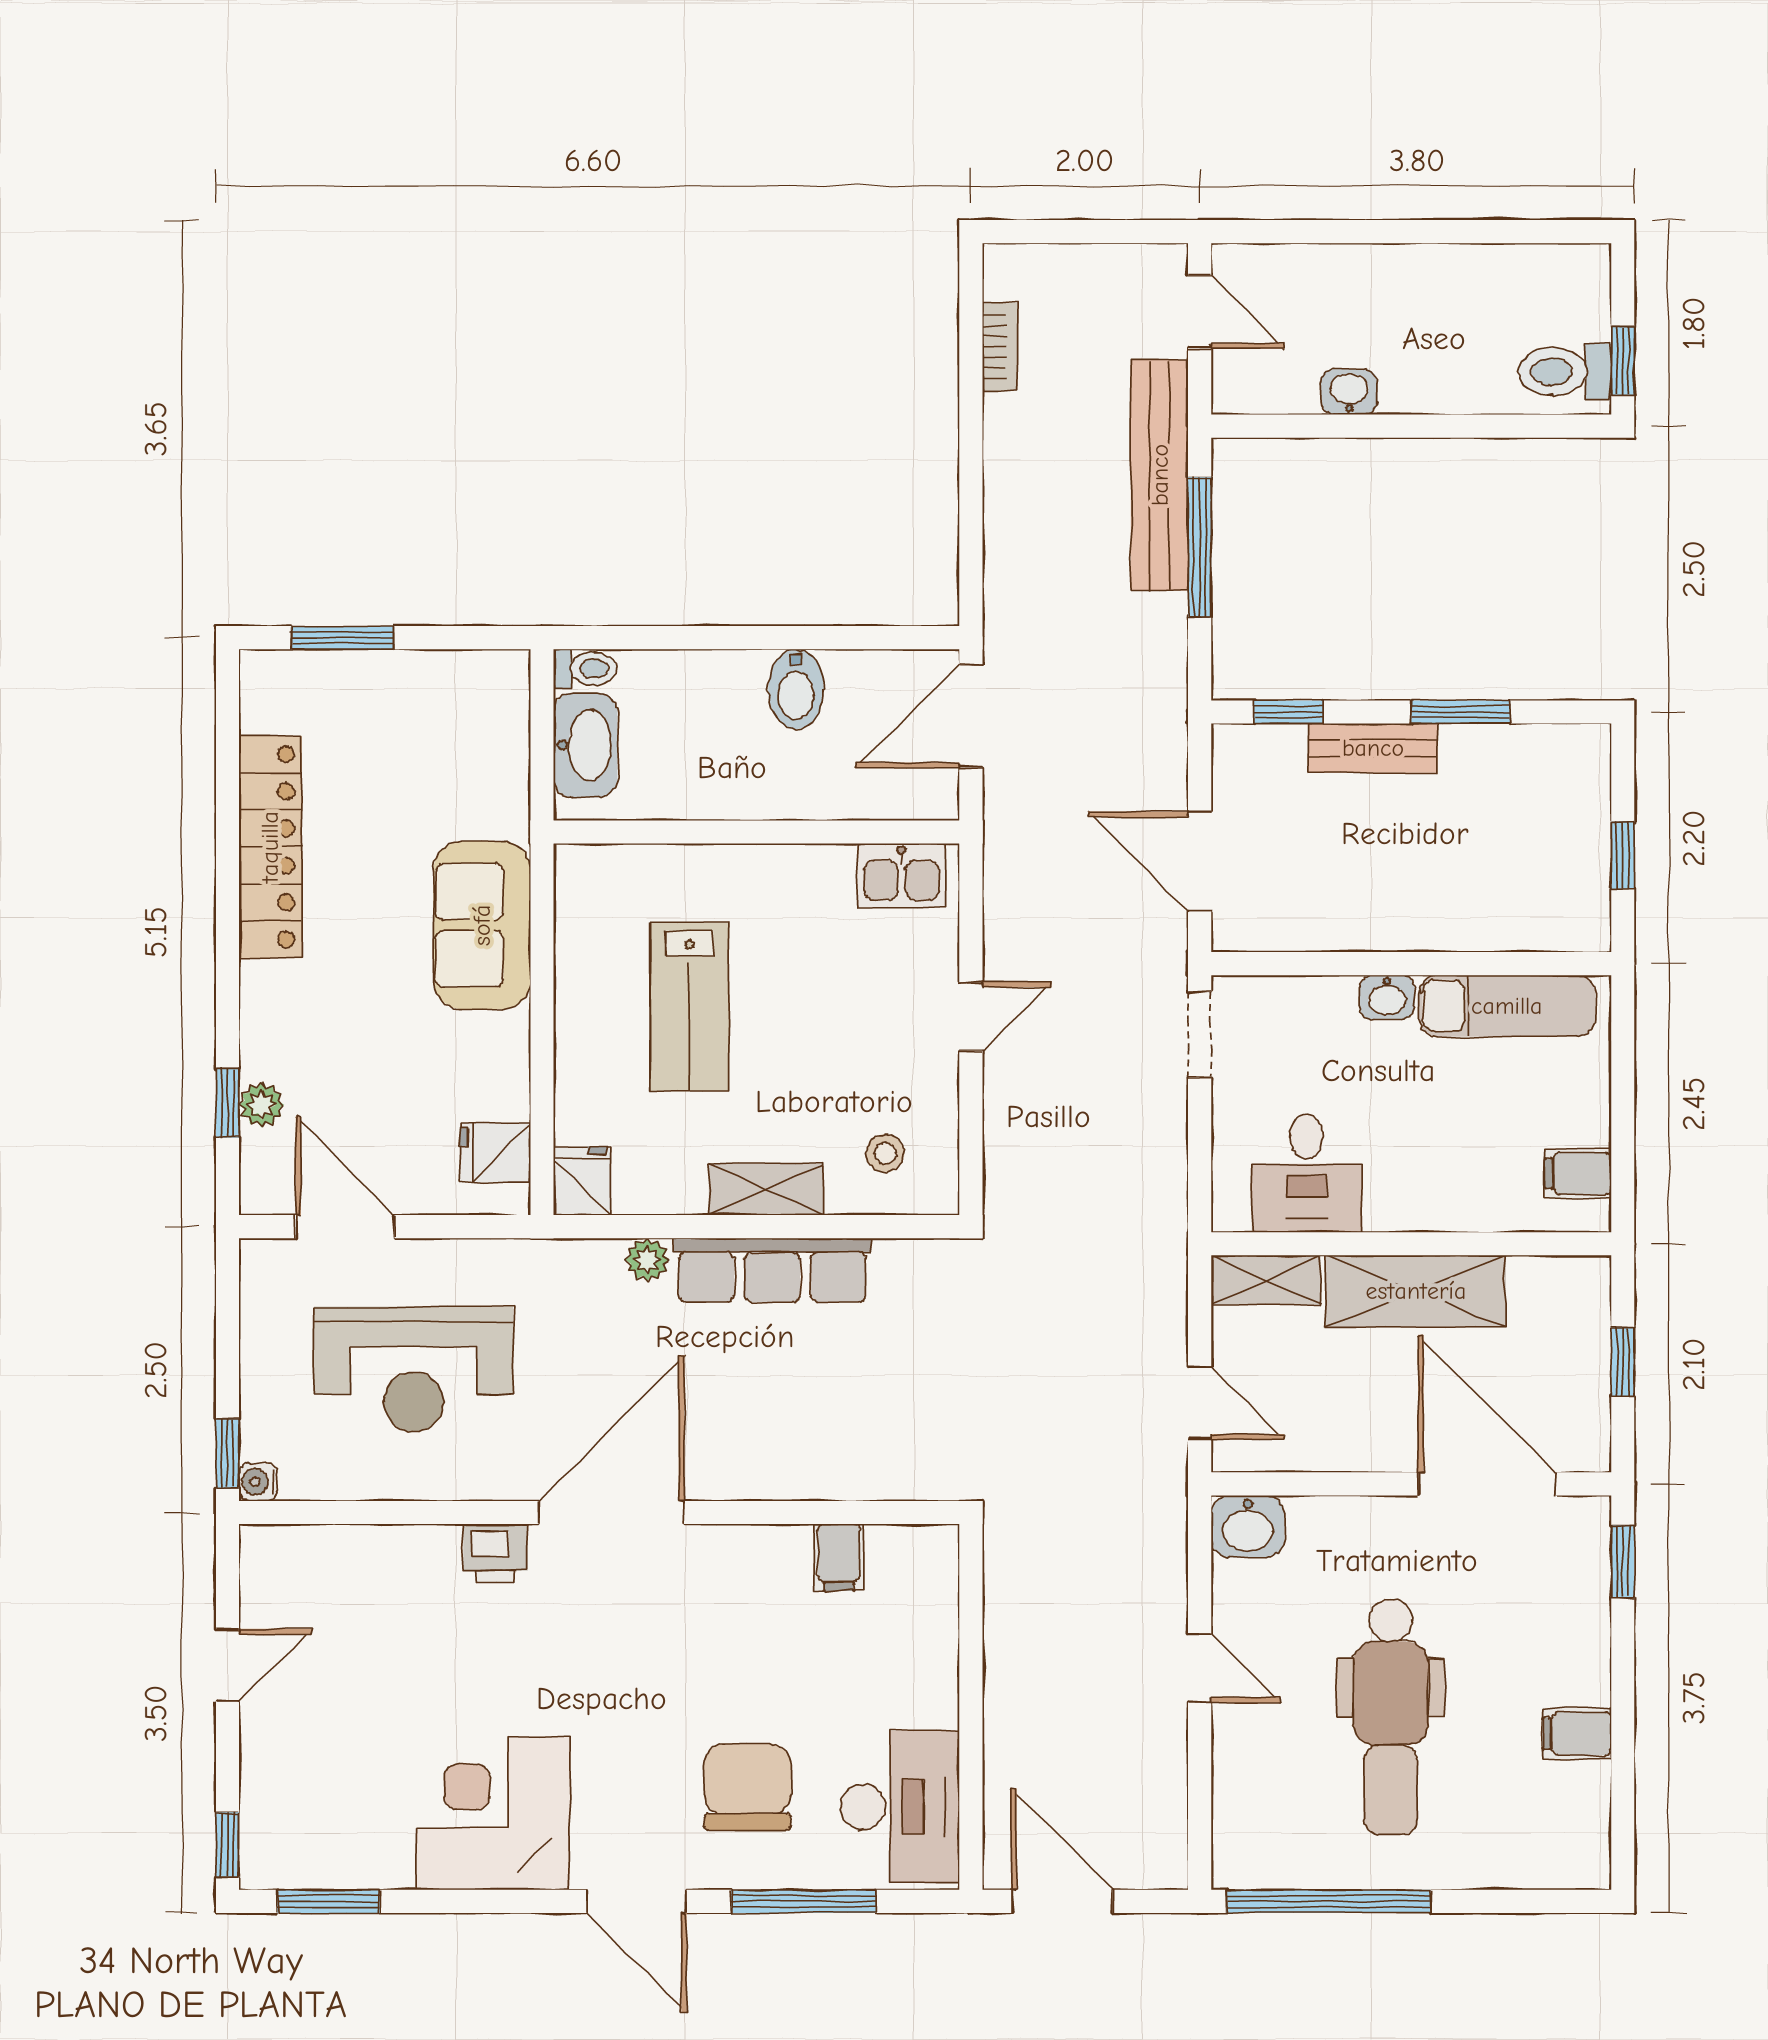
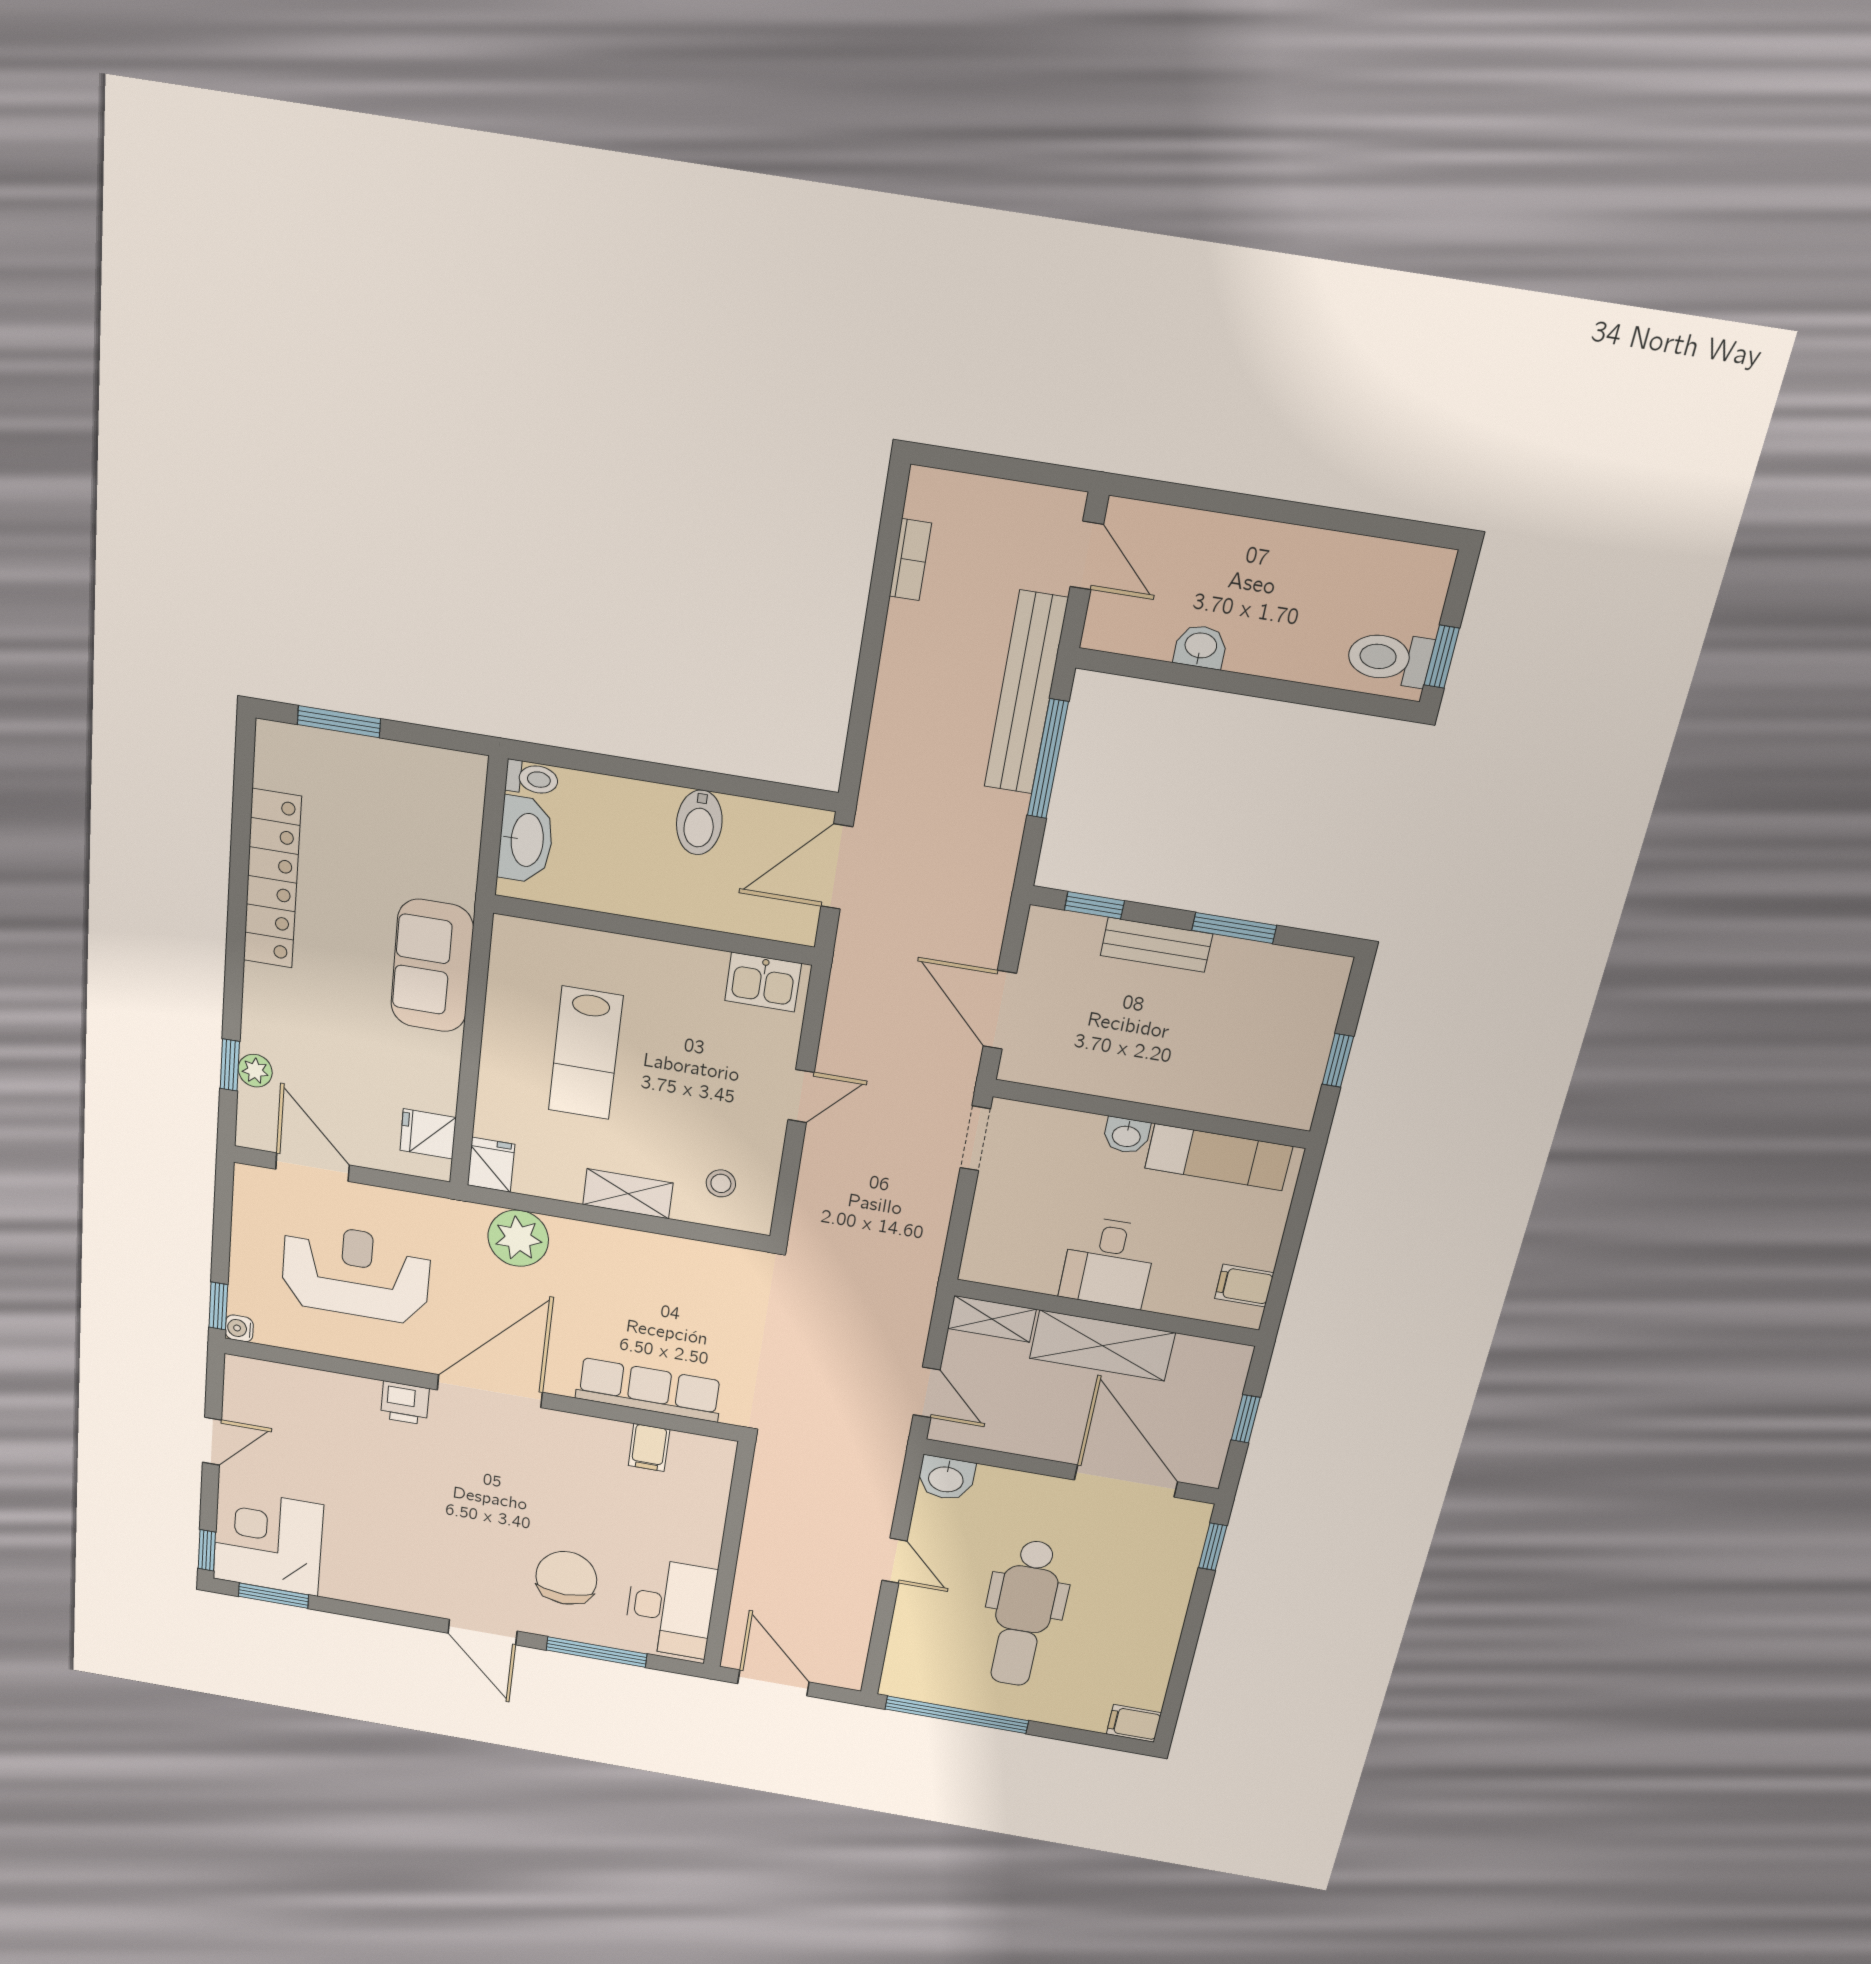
desk: (1307, 1173) -> (1108, 1263), moved
plant: (647, 1260) -> (518, 1238), width x1.88, depth x1.88
row of seats: (772, 1270) -> (649, 1390), moved, turned 180
reception desk: (414, 1369) -> (356, 1273), turned 180
filing cabinet: (1577, 1734) -> (1134, 1723), moved
corner desk: (493, 1813) -> (268, 1542), moved

